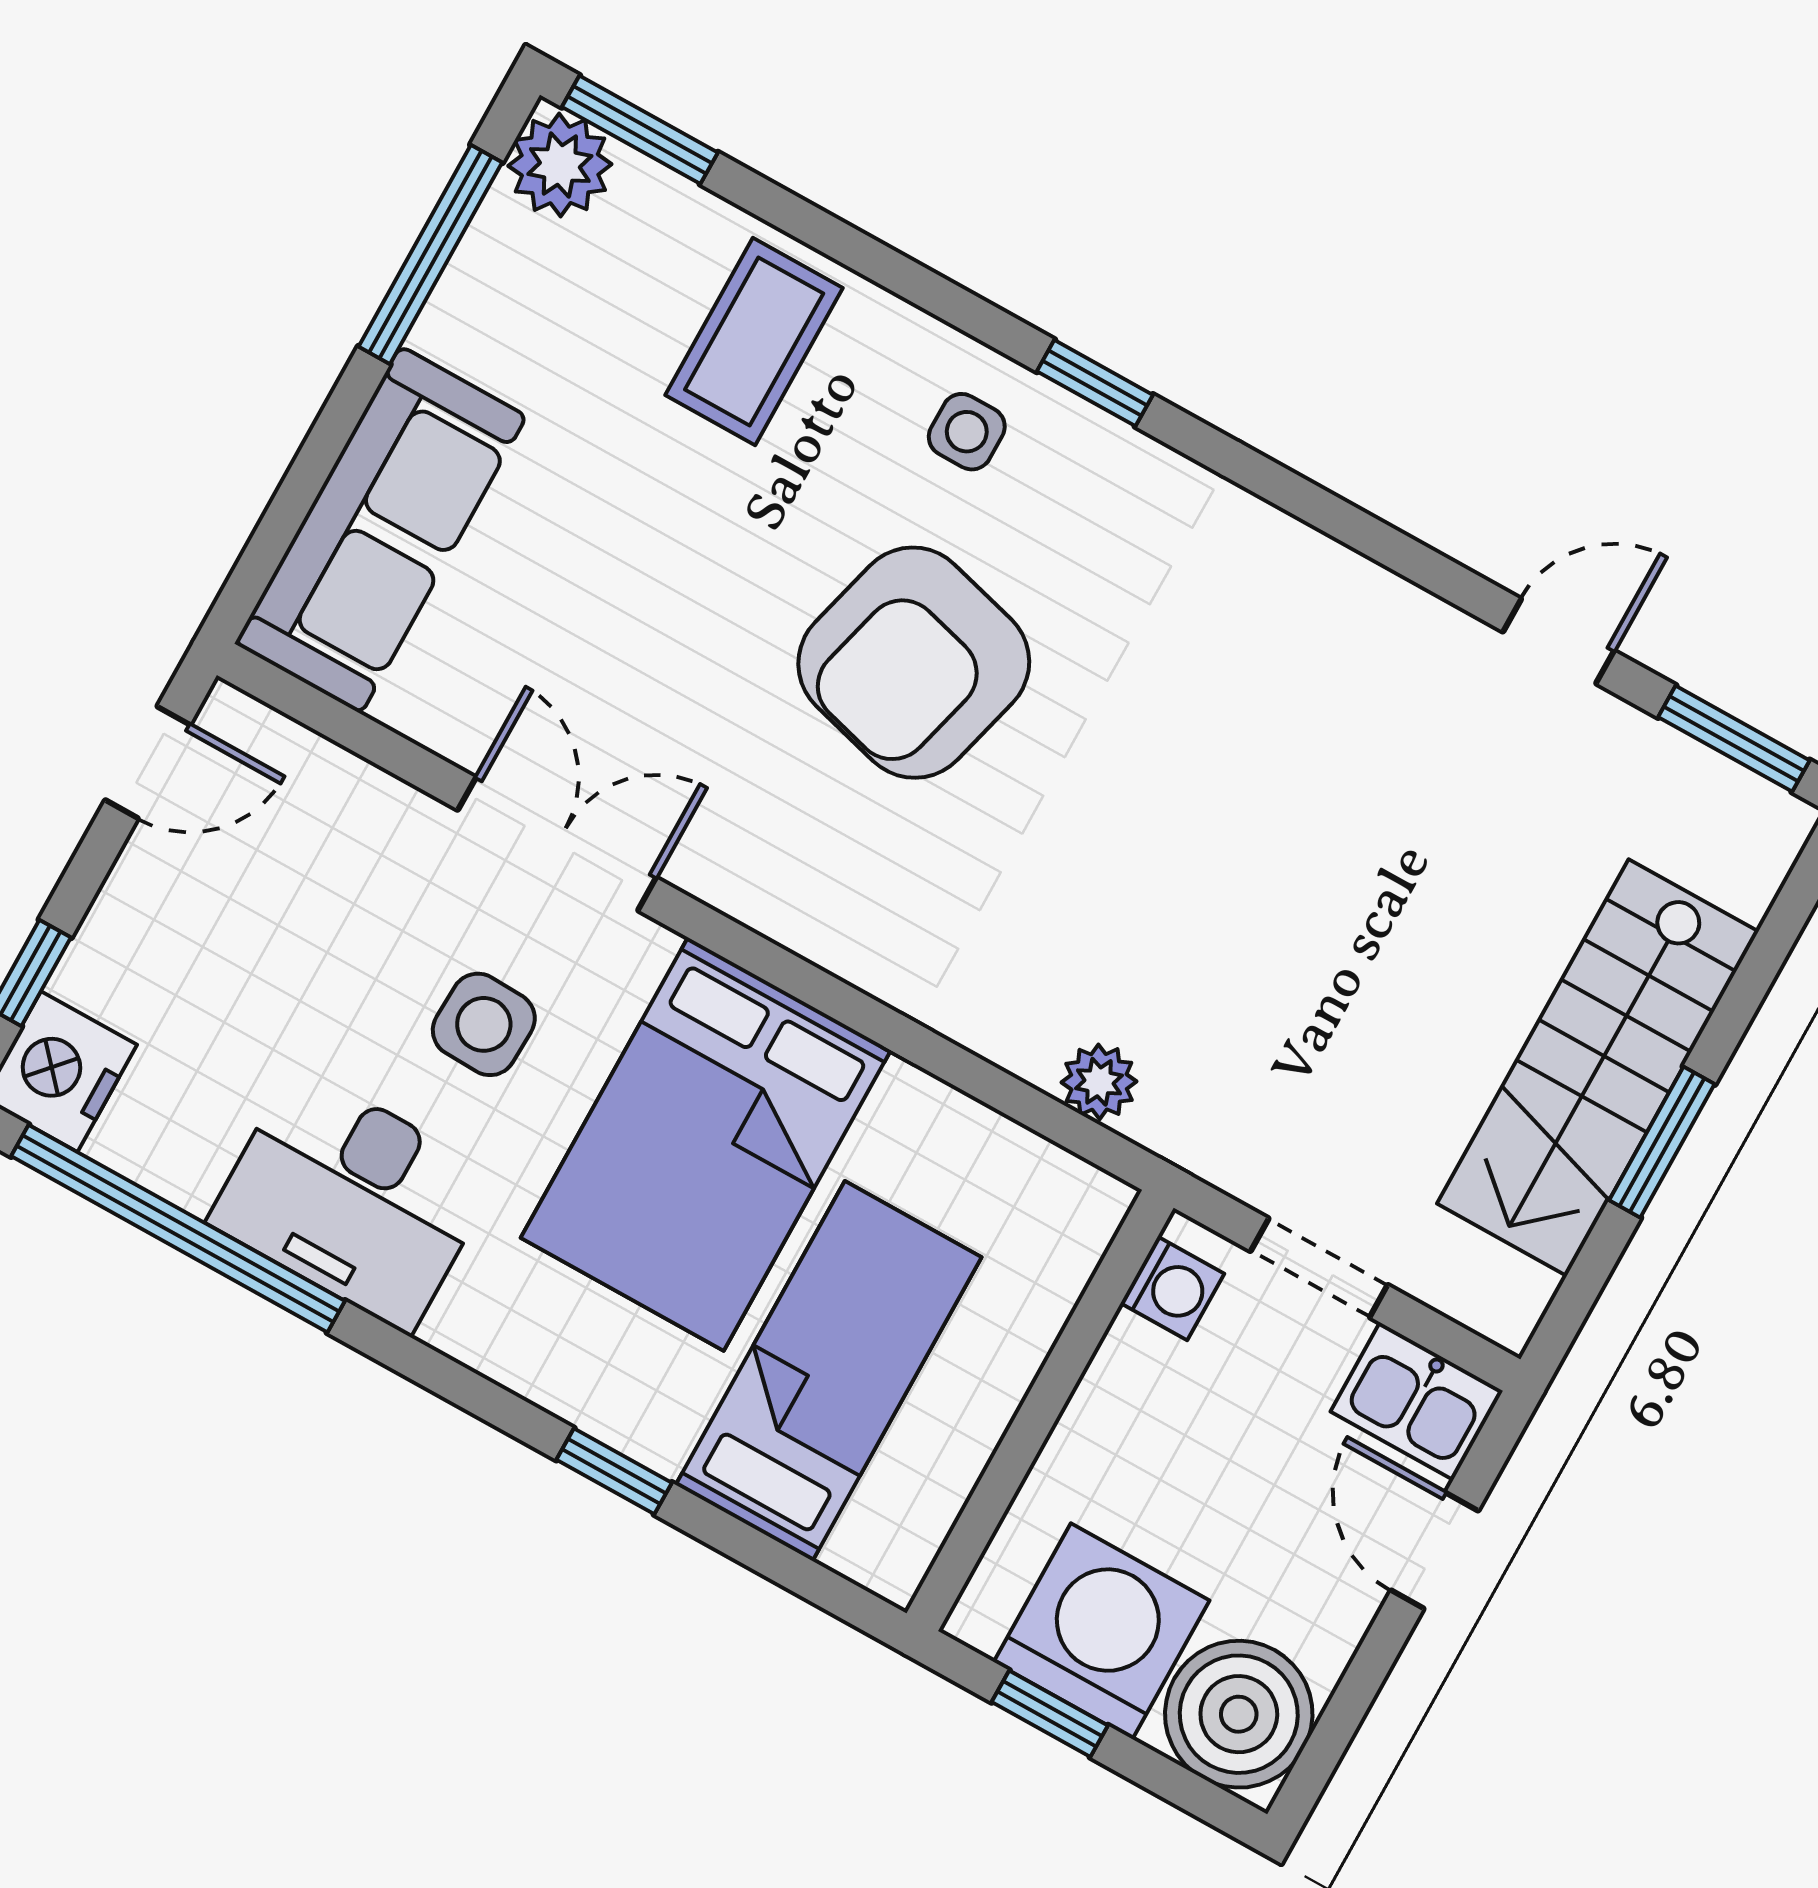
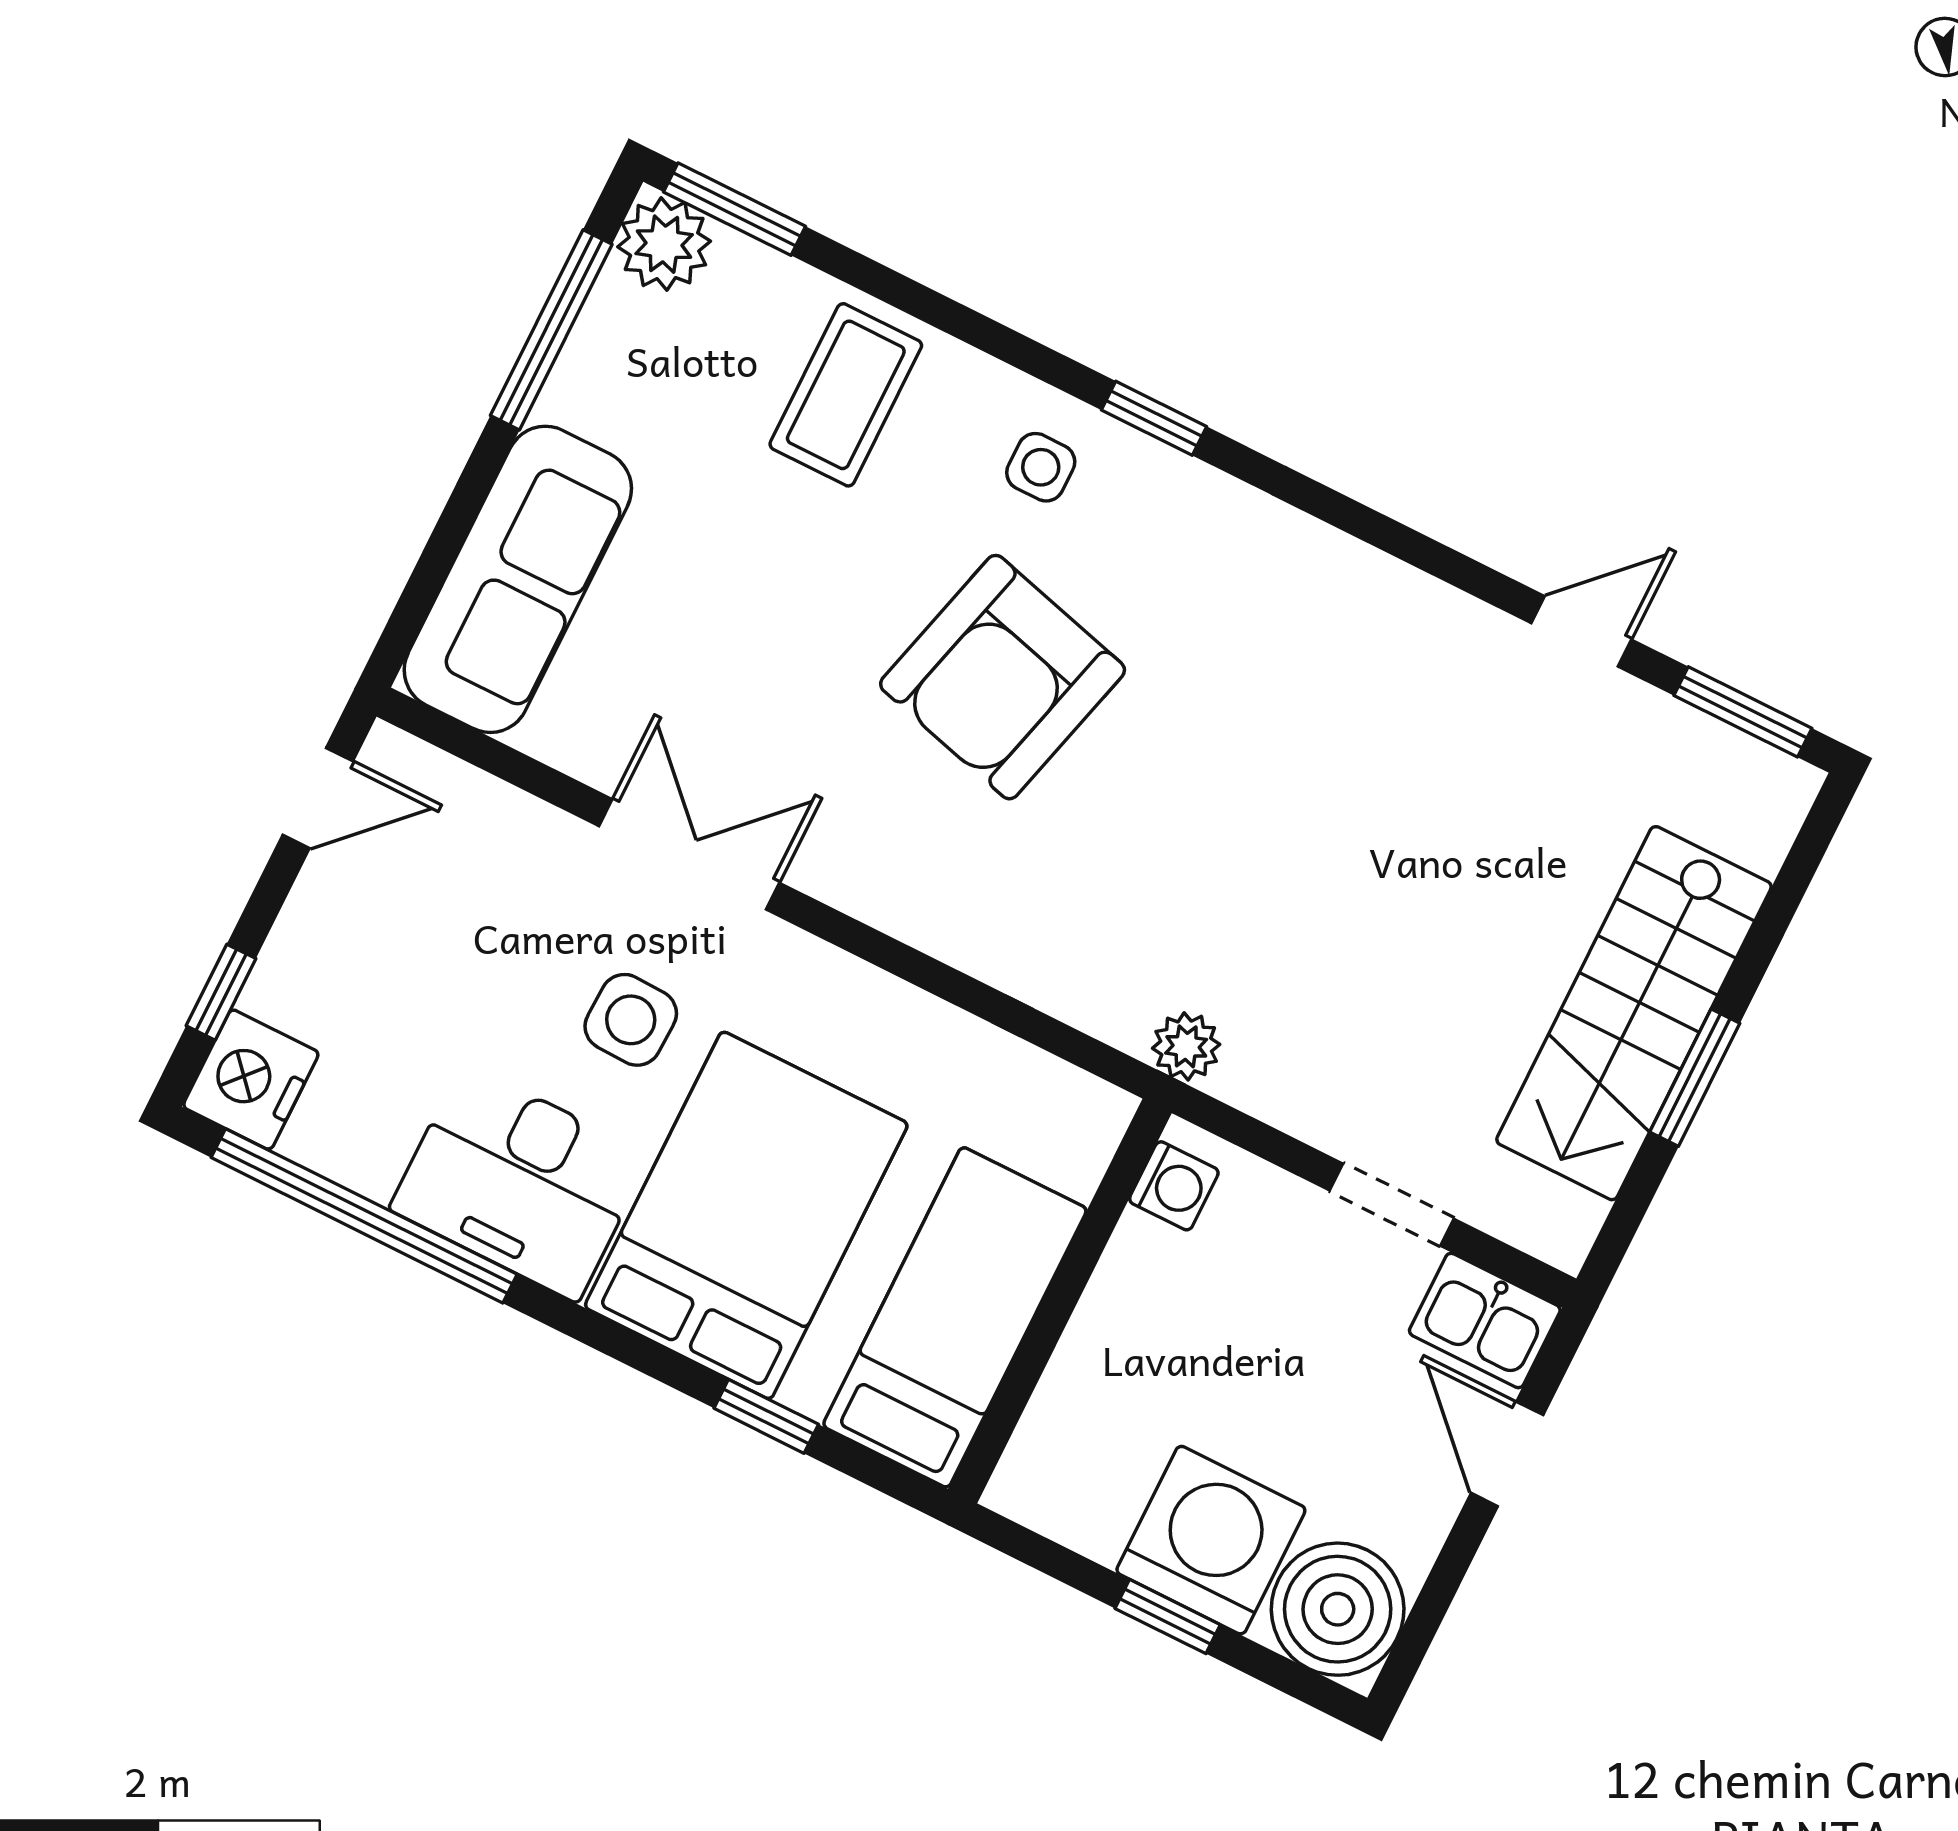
bed: (706, 1144) -> (746, 1215), moved, turned 180
washing machine: (1172, 1288) -> (1174, 1186), moved
wall: (1040, 1411) -> (1060, 1301), moved

